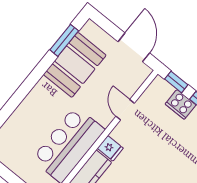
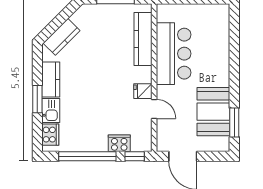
fridge: (110, 148) -> (143, 91), moved

